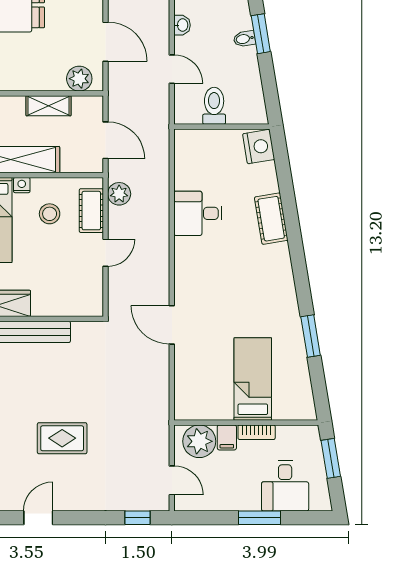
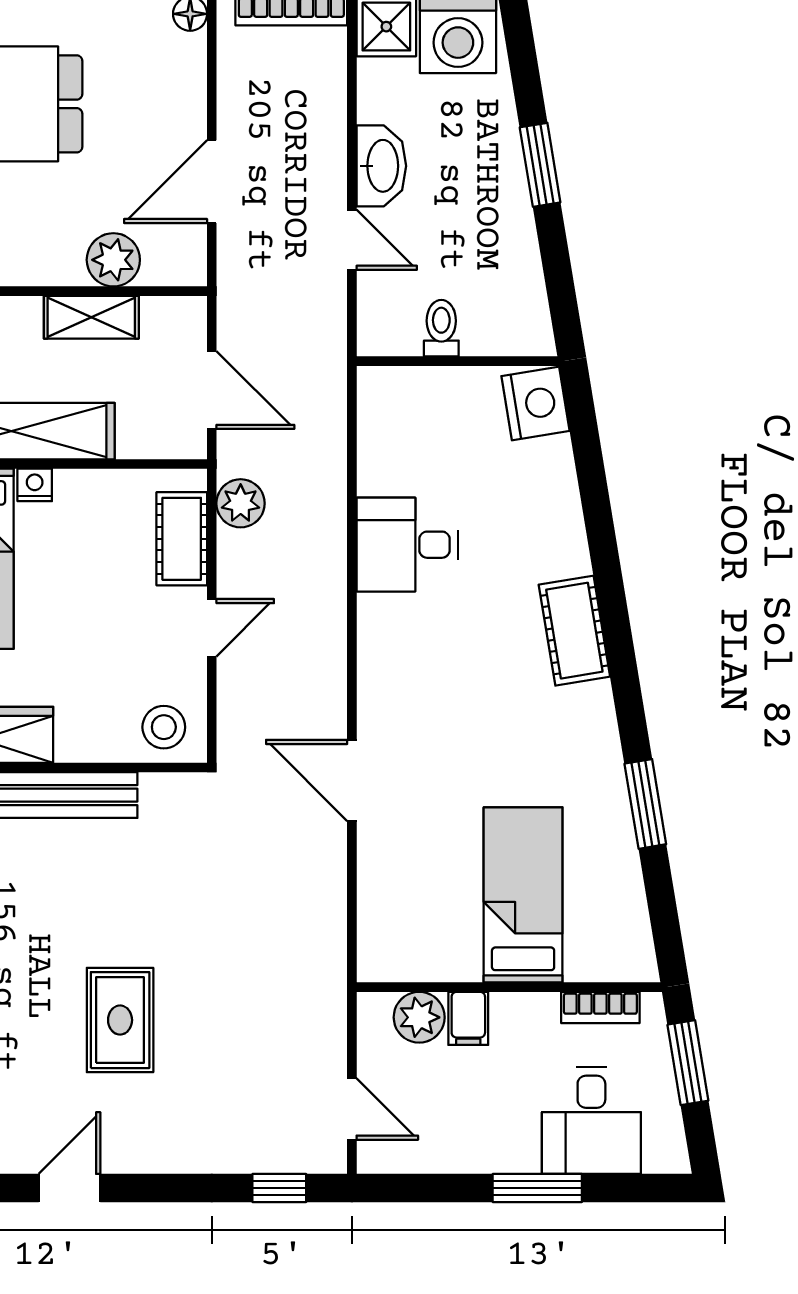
washbasin: (182, 25) -> (381, 166), width x1.91, depth x1.45
bidet: (244, 39) -> (505, 176), removed
door: (105, 42) -> (212, 182), swing flipped
plant: (79, 79) -> (113, 260), moved
toilet: (214, 106) -> (441, 328), width x0.73, depth x0.72
stool: (50, 214) -> (164, 727), moved
cot: (271, 219) -> (574, 631), moved
bookcase: (257, 432) -> (600, 1007), moved
rug: (62, 438) -> (120, 1020), turned 90
plant: (199, 441) -> (419, 1017), width x0.73, depth x0.73

